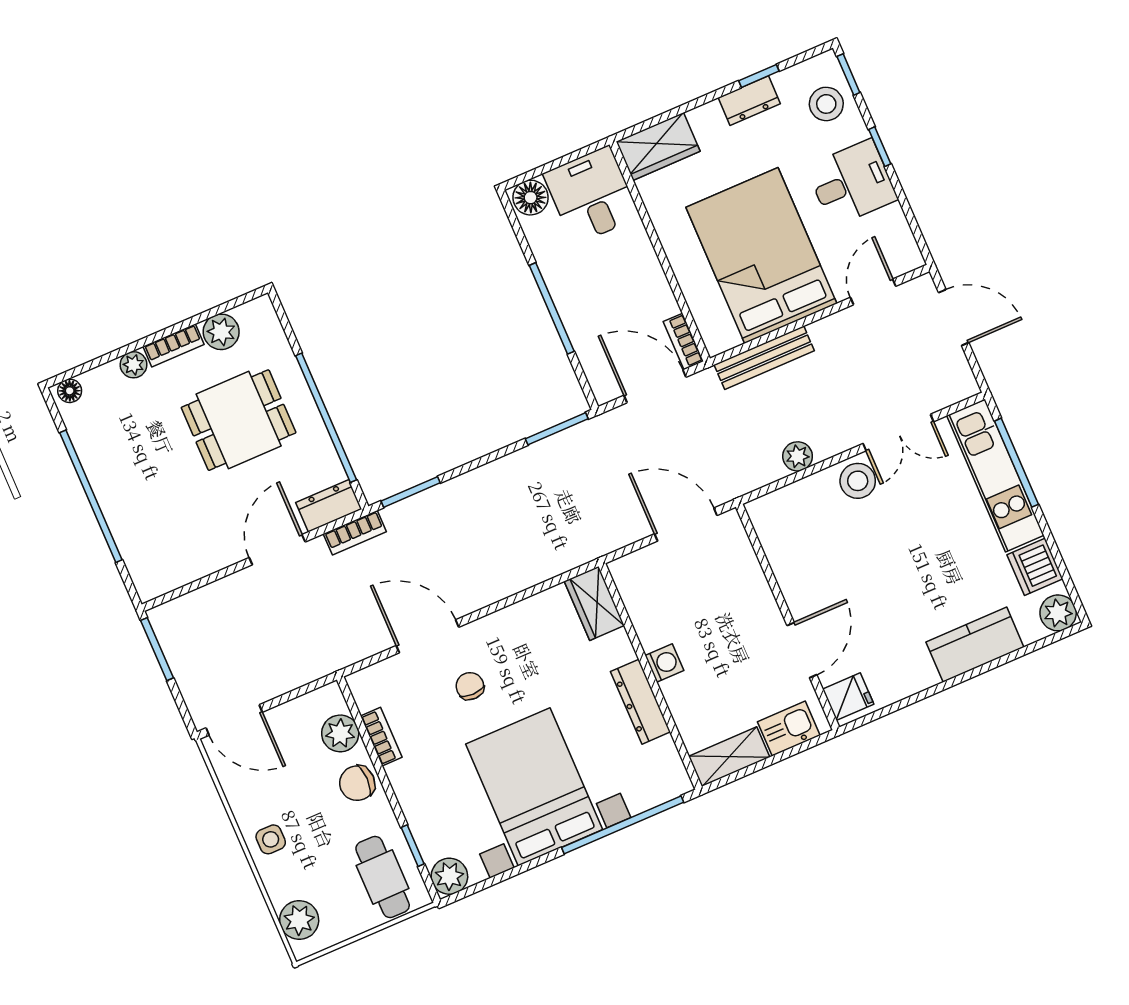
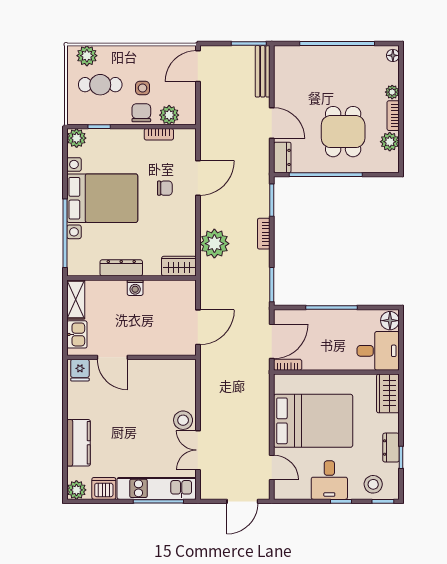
bench: (764, 358) -> (263, 71), moved
plant: (798, 456) -> (214, 244), moved, width x1.88, depth x1.88
bookcase: (355, 533) -> (264, 234), moved
side table: (271, 839) -> (143, 88), moved
cafe table: (383, 877) -> (100, 85), moved

